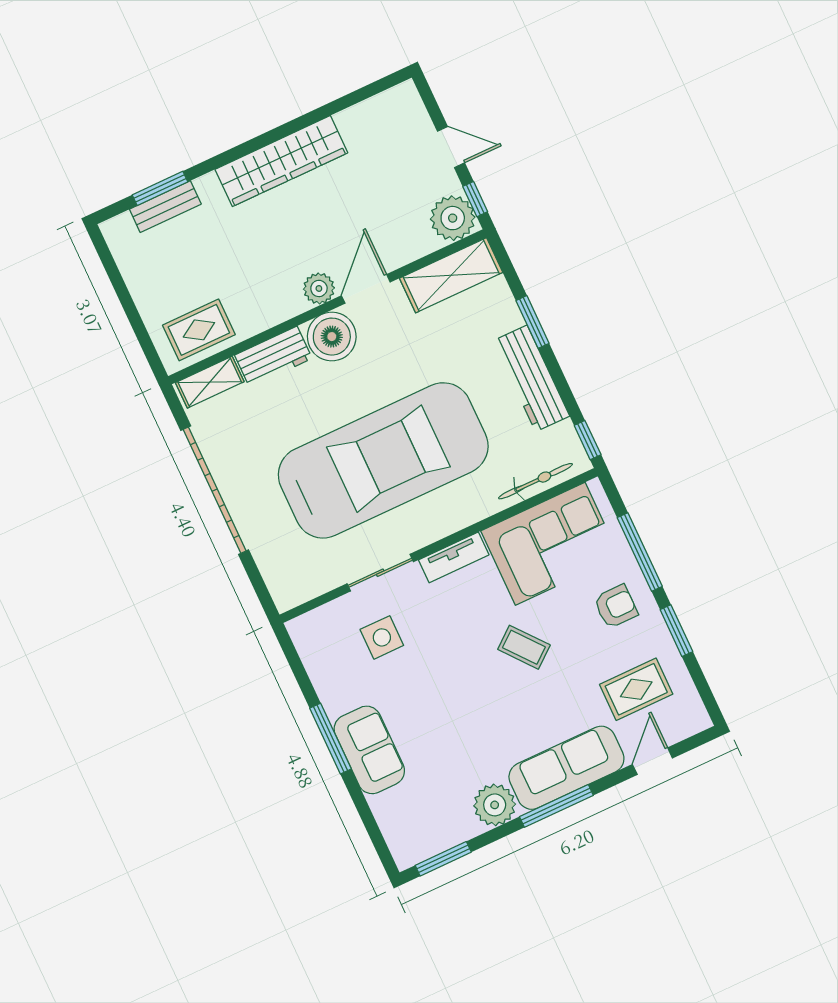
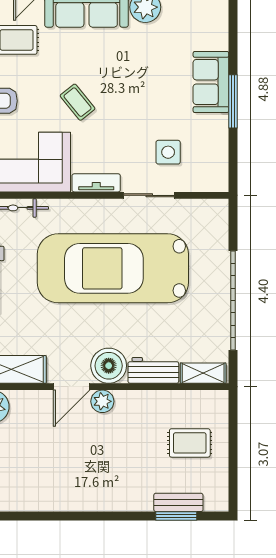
wardrobe: (281, 161) -> (88, 497), removed
rug: (199, 330) -> (190, 443), moved

